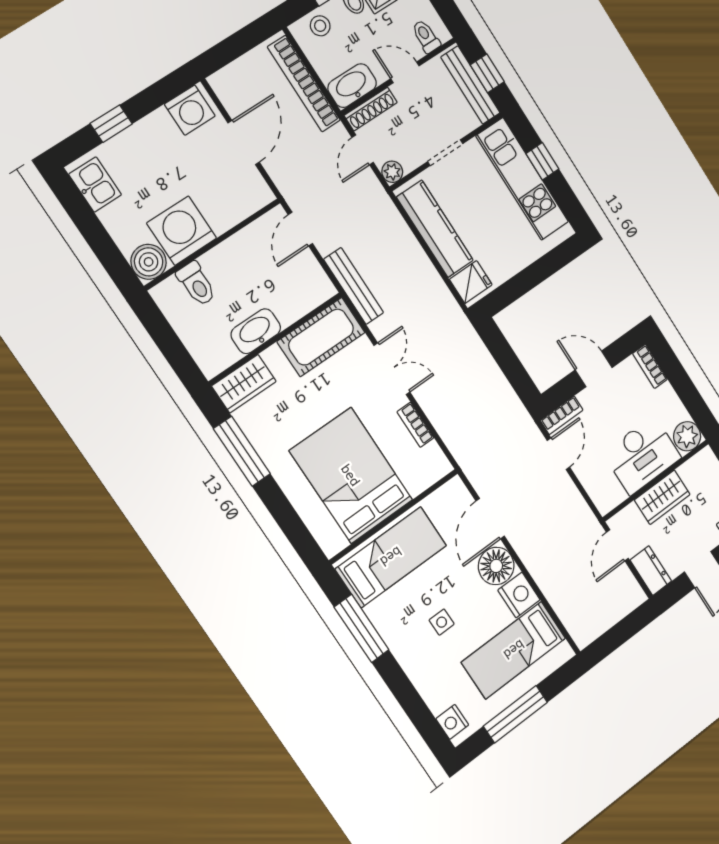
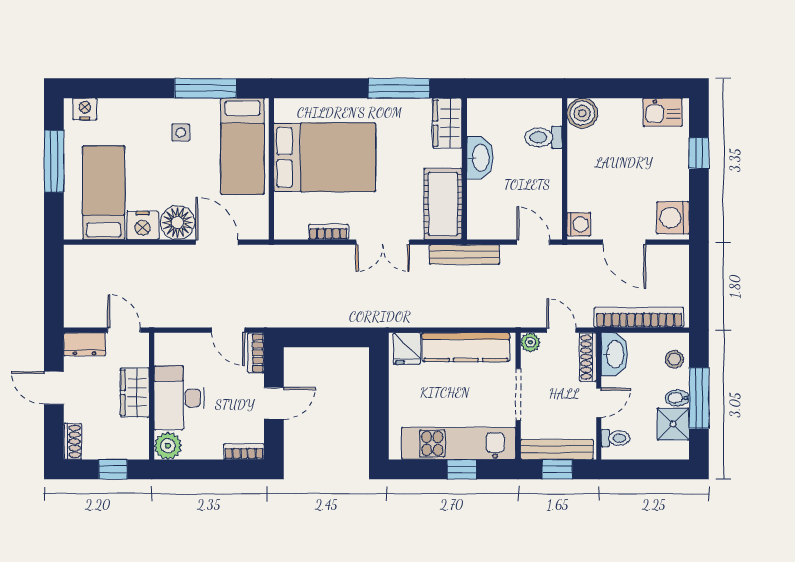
doorway: (445, 153) -> (518, 394), width x1.38
washing machine: (182, 231) -> (579, 224), moved, width x0.53, depth x0.53
side table: (442, 622) -> (181, 132), moved

